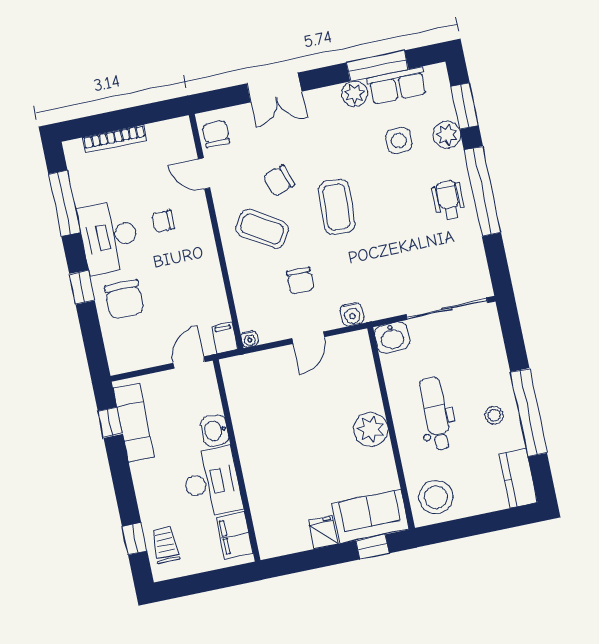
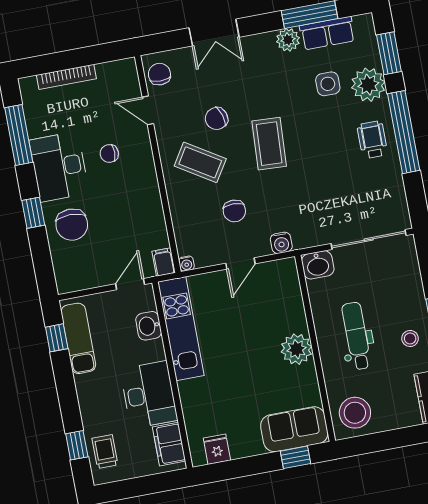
plant: (447, 135) -> (368, 85), width x1.36, depth x1.36
kitchen unit: (245, 410) -> (181, 329), added
washbasin: (215, 430) -> (149, 326), moved
fridge: (323, 532) -> (217, 449), moved

